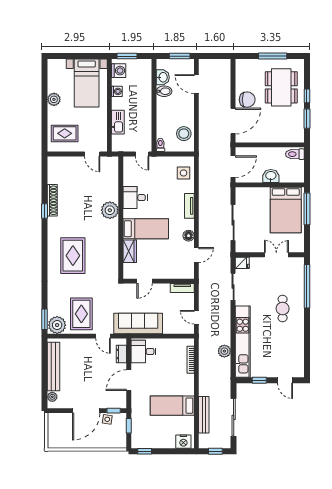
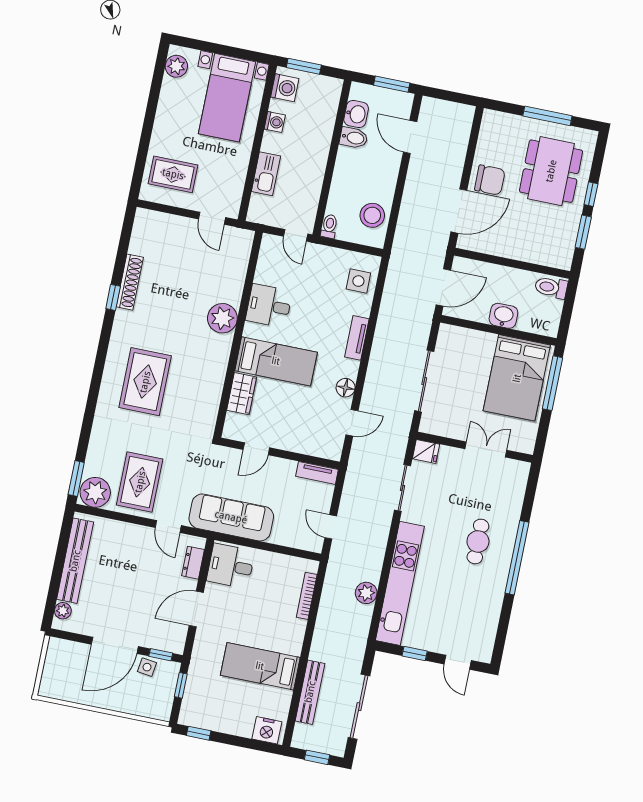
plant: (54, 99) -> (176, 66), moved
window: (307, 286) -> (517, 558), moved

